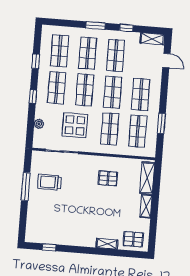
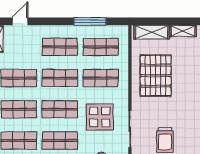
window: (161, 123) -> (90, 21), width x1.44
pallet: (108, 178) -> (156, 76), width x2.05, depth x2.00

